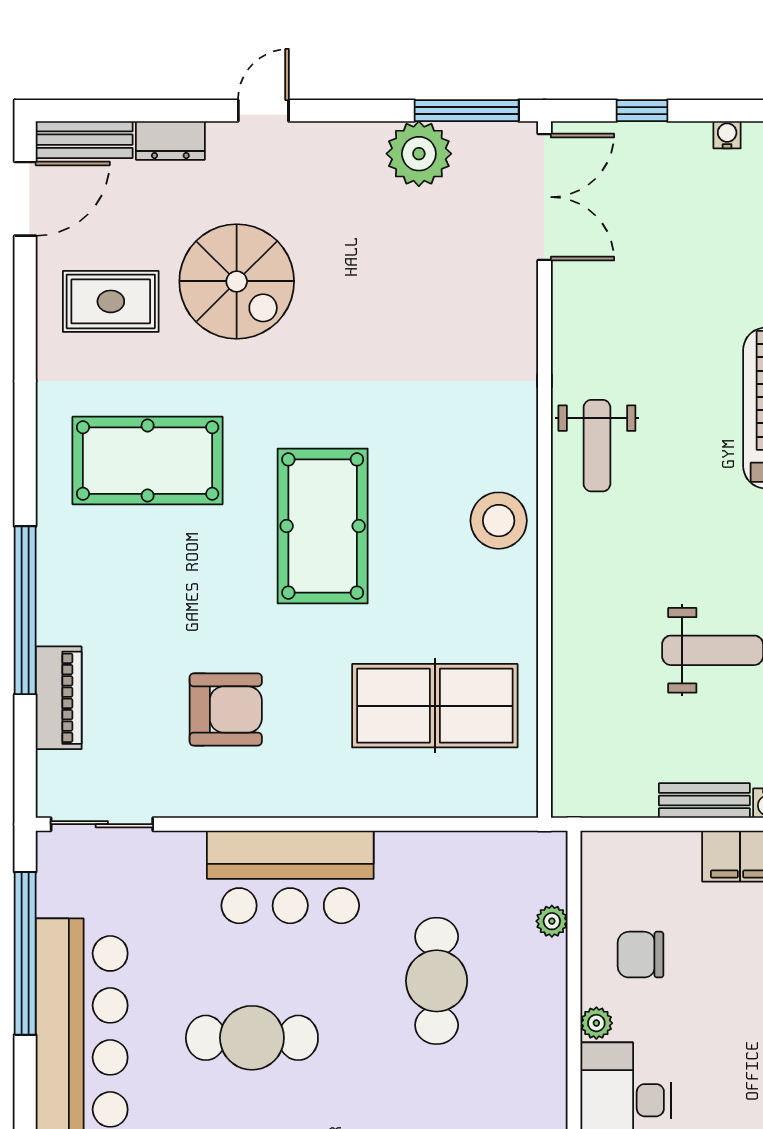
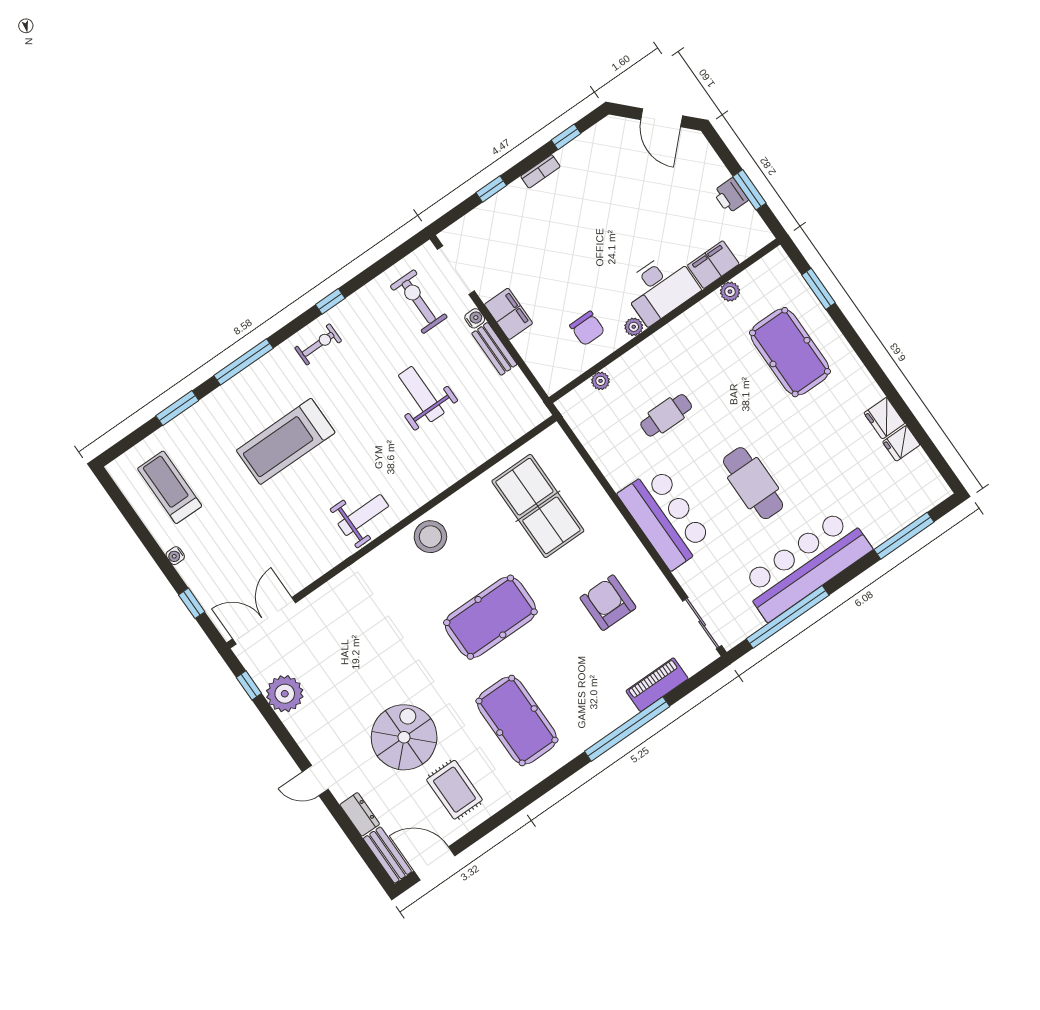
window: (467, 111) -> (249, 685), width x0.46
cafe table: (437, 981) -> (666, 415), width x0.73, depth x0.74

